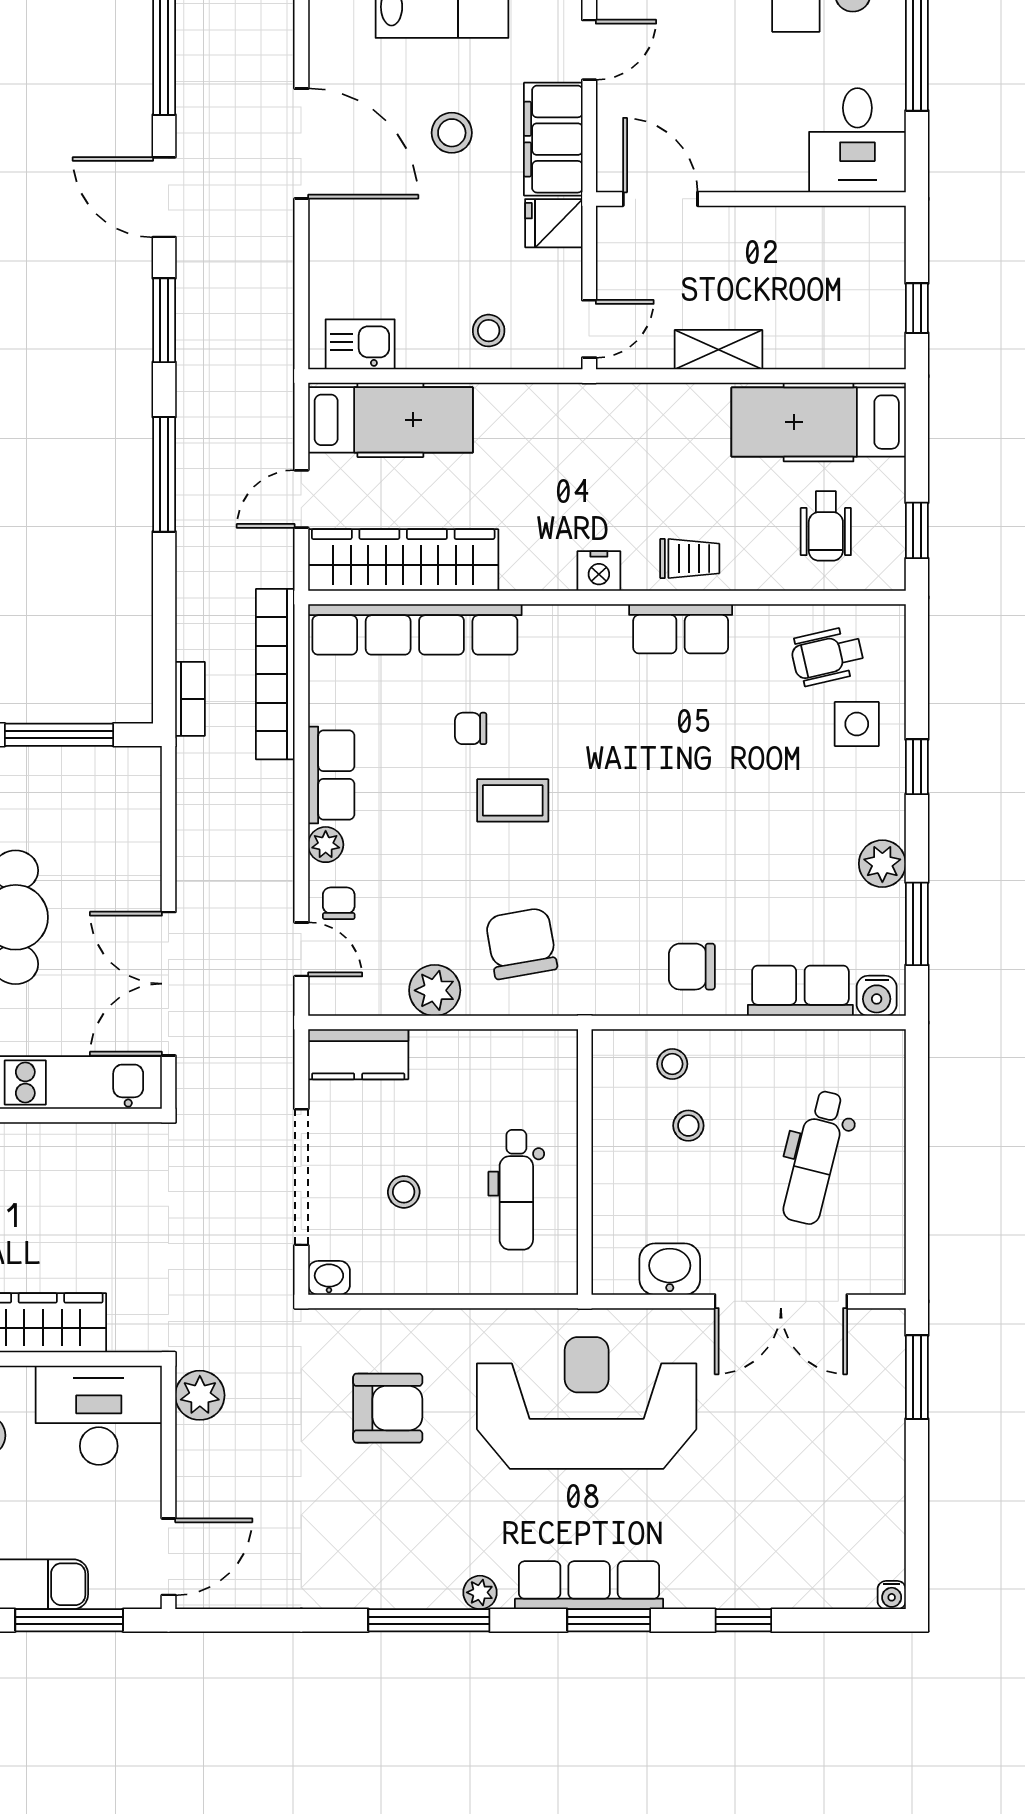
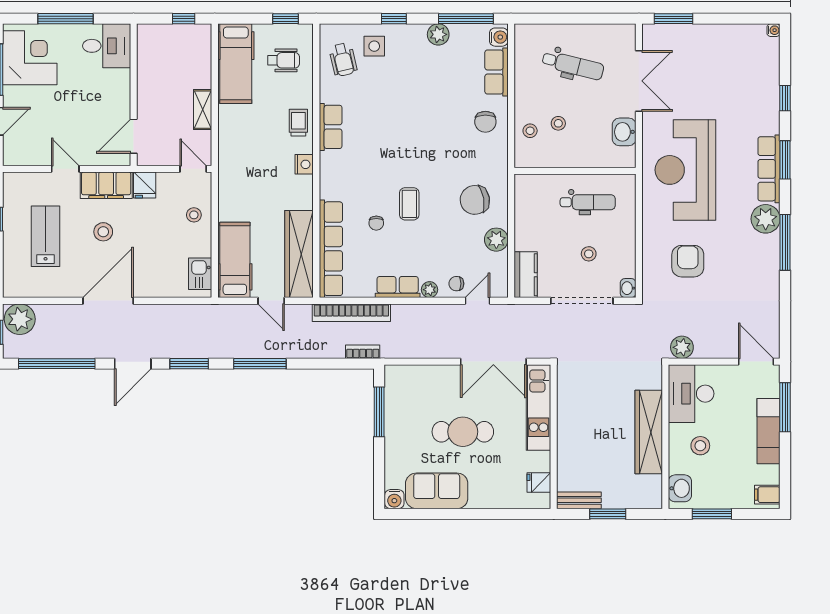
window: (917, 924) -> (466, 19), width x1.44
plant: (480, 1592) -> (766, 219), width x1.88, depth x1.88

